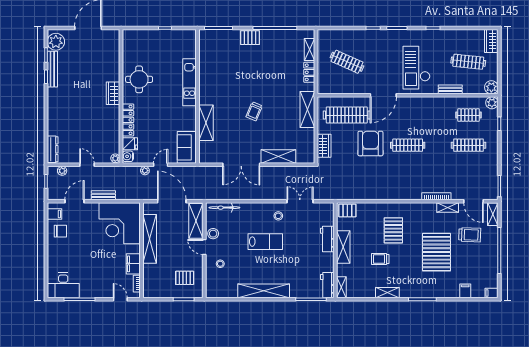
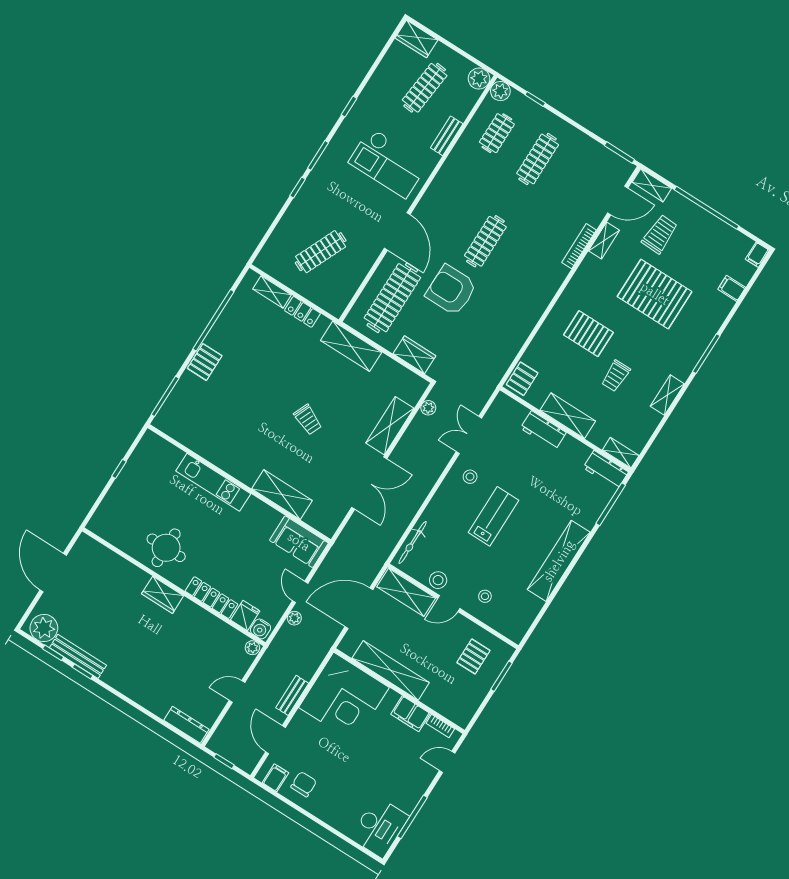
plant: (62, 171) -> (428, 408), moved

